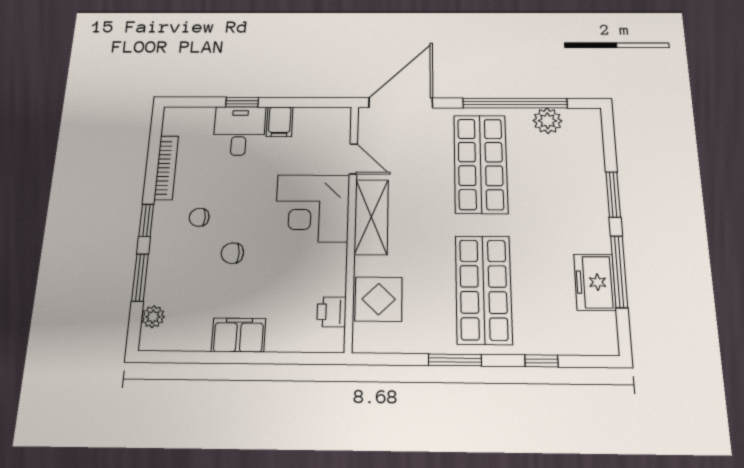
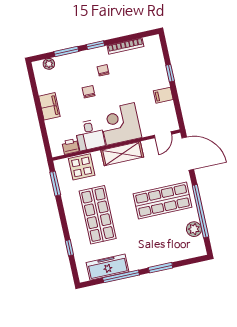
desk: (239, 131) -> (90, 135), moved, turned 90
door: (353, 159) -> (163, 135), moved
freezer: (595, 282) -> (108, 267), width x1.40
shop shelf: (484, 289) -> (98, 215), turned 90
window: (455, 360) -> (55, 184), moved

